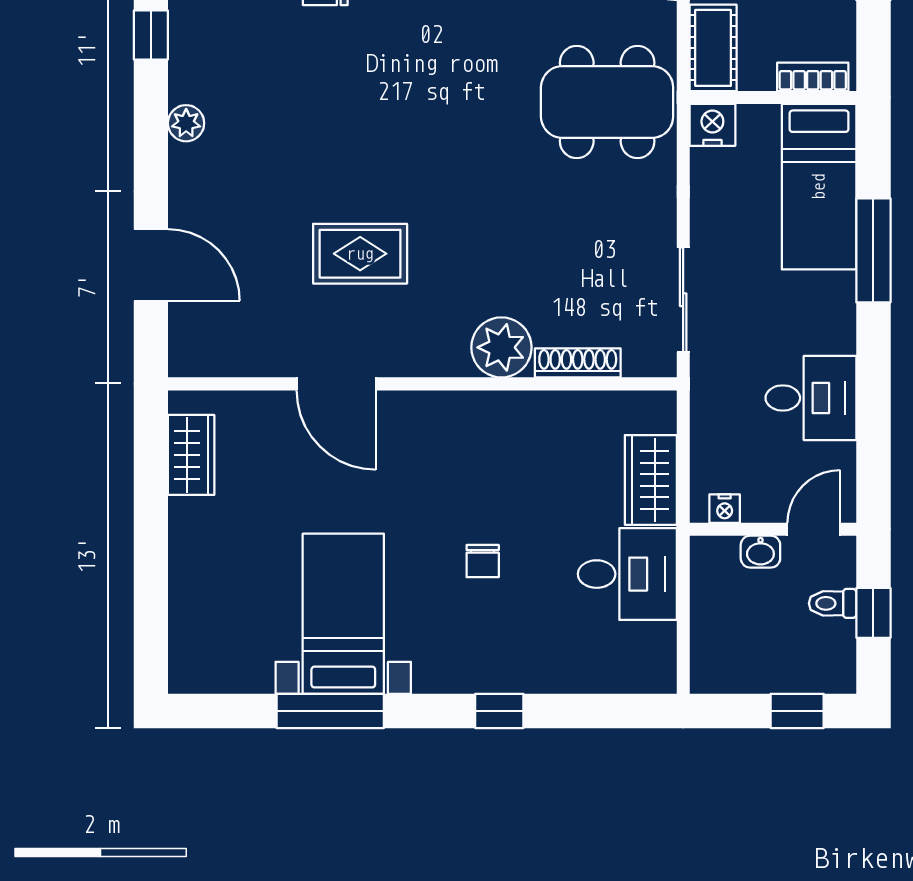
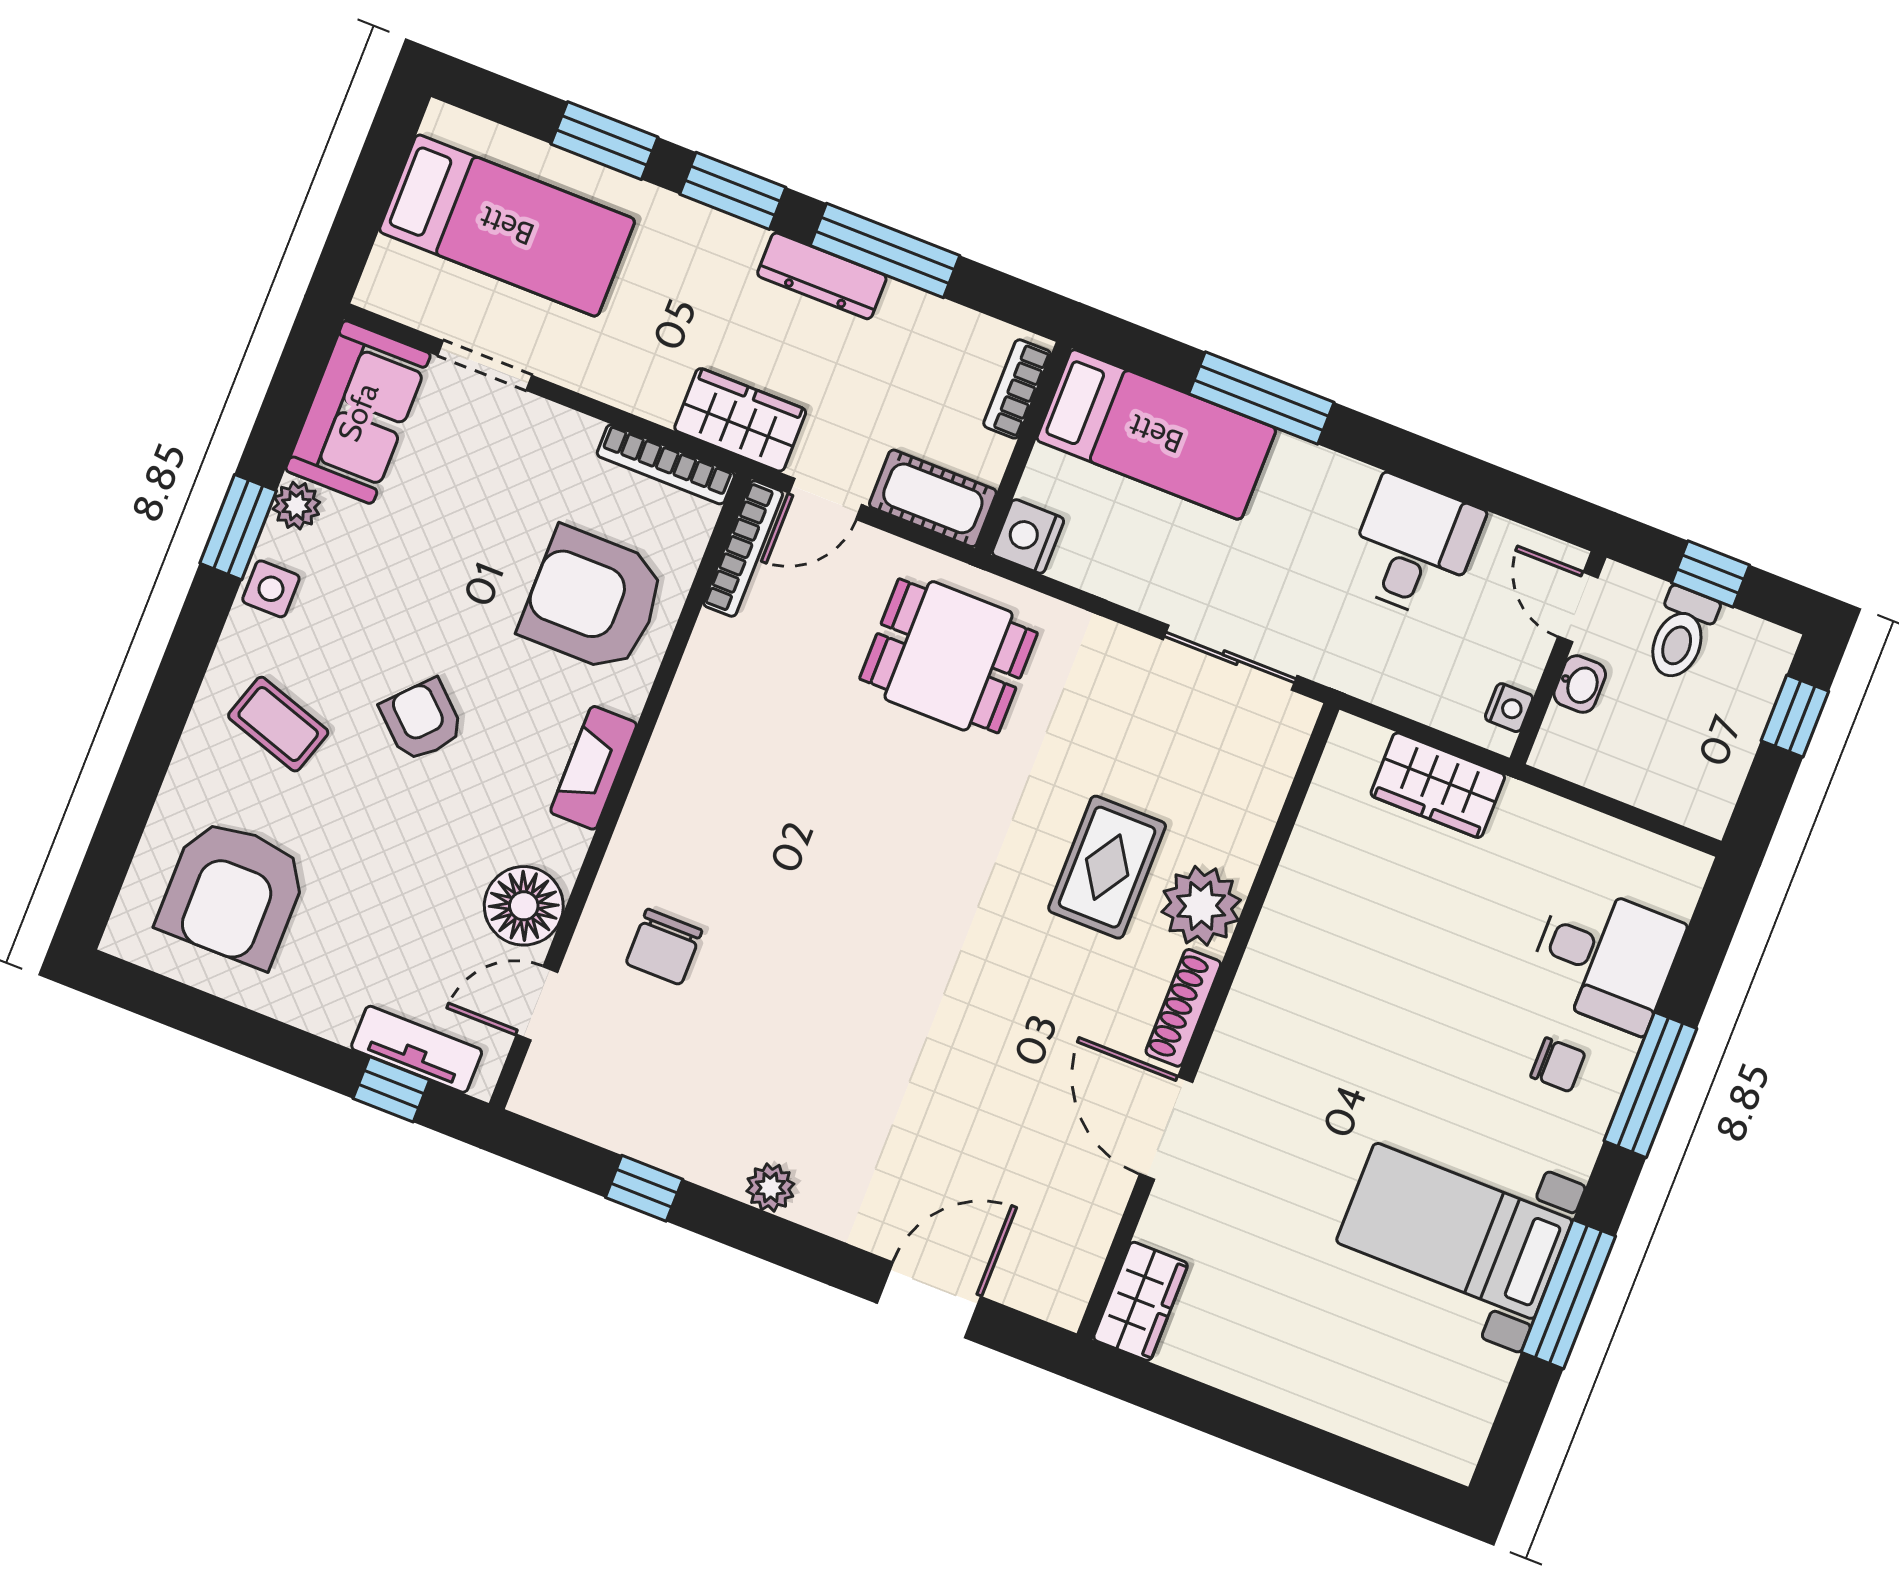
dining table: (607, 102) -> (949, 656), width x0.73
rug: (360, 254) -> (1107, 867), moved
shoe rack: (578, 363) -> (1183, 1008), moved
door: (336, 384) -> (1166, 1128), swing flipped
wardrobe: (191, 455) -> (1141, 1301), moved, turned 90
chair: (483, 561) -> (1558, 1065), moved
desk: (627, 574) -> (1605, 958), moved, turned 90
toilet: (833, 603) -> (1681, 634), width x1.37, depth x1.39
window: (499, 711) -> (1650, 1085), width x2.17

